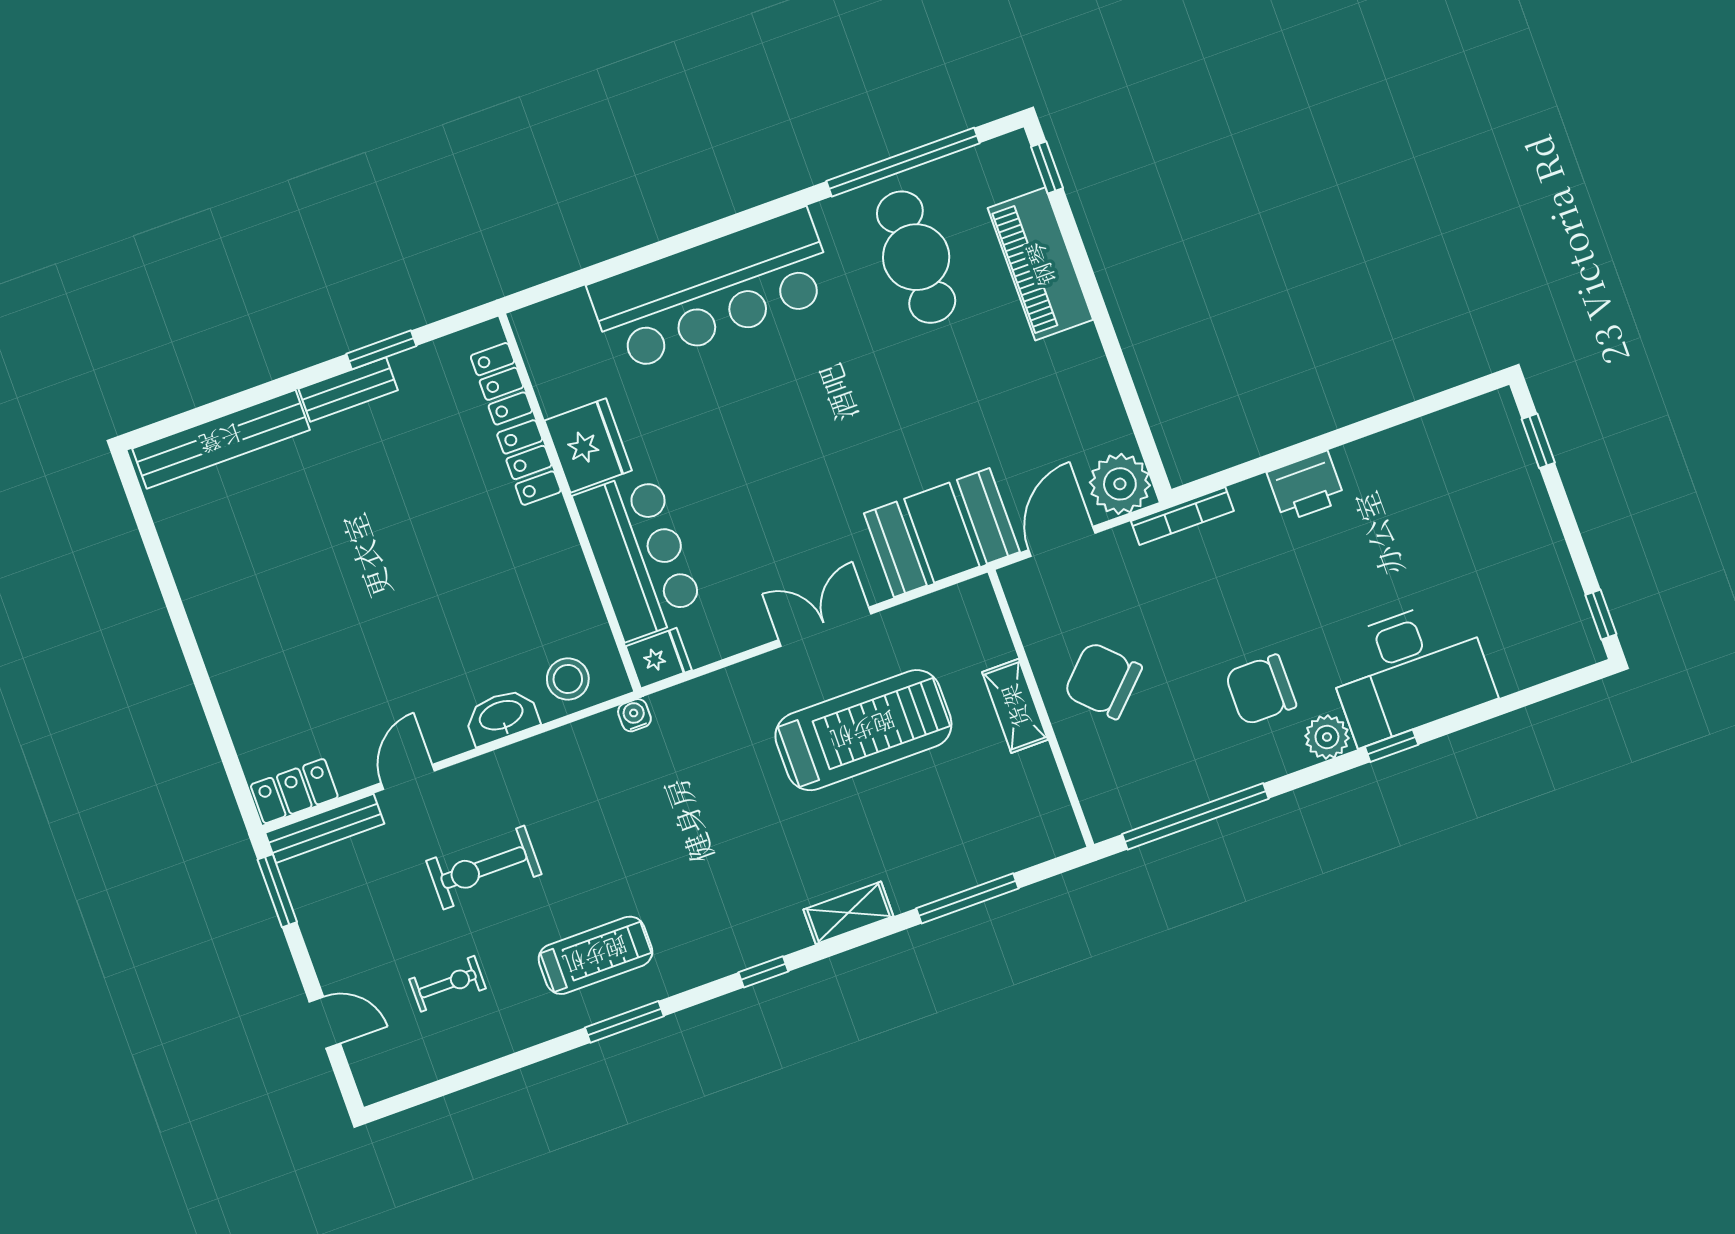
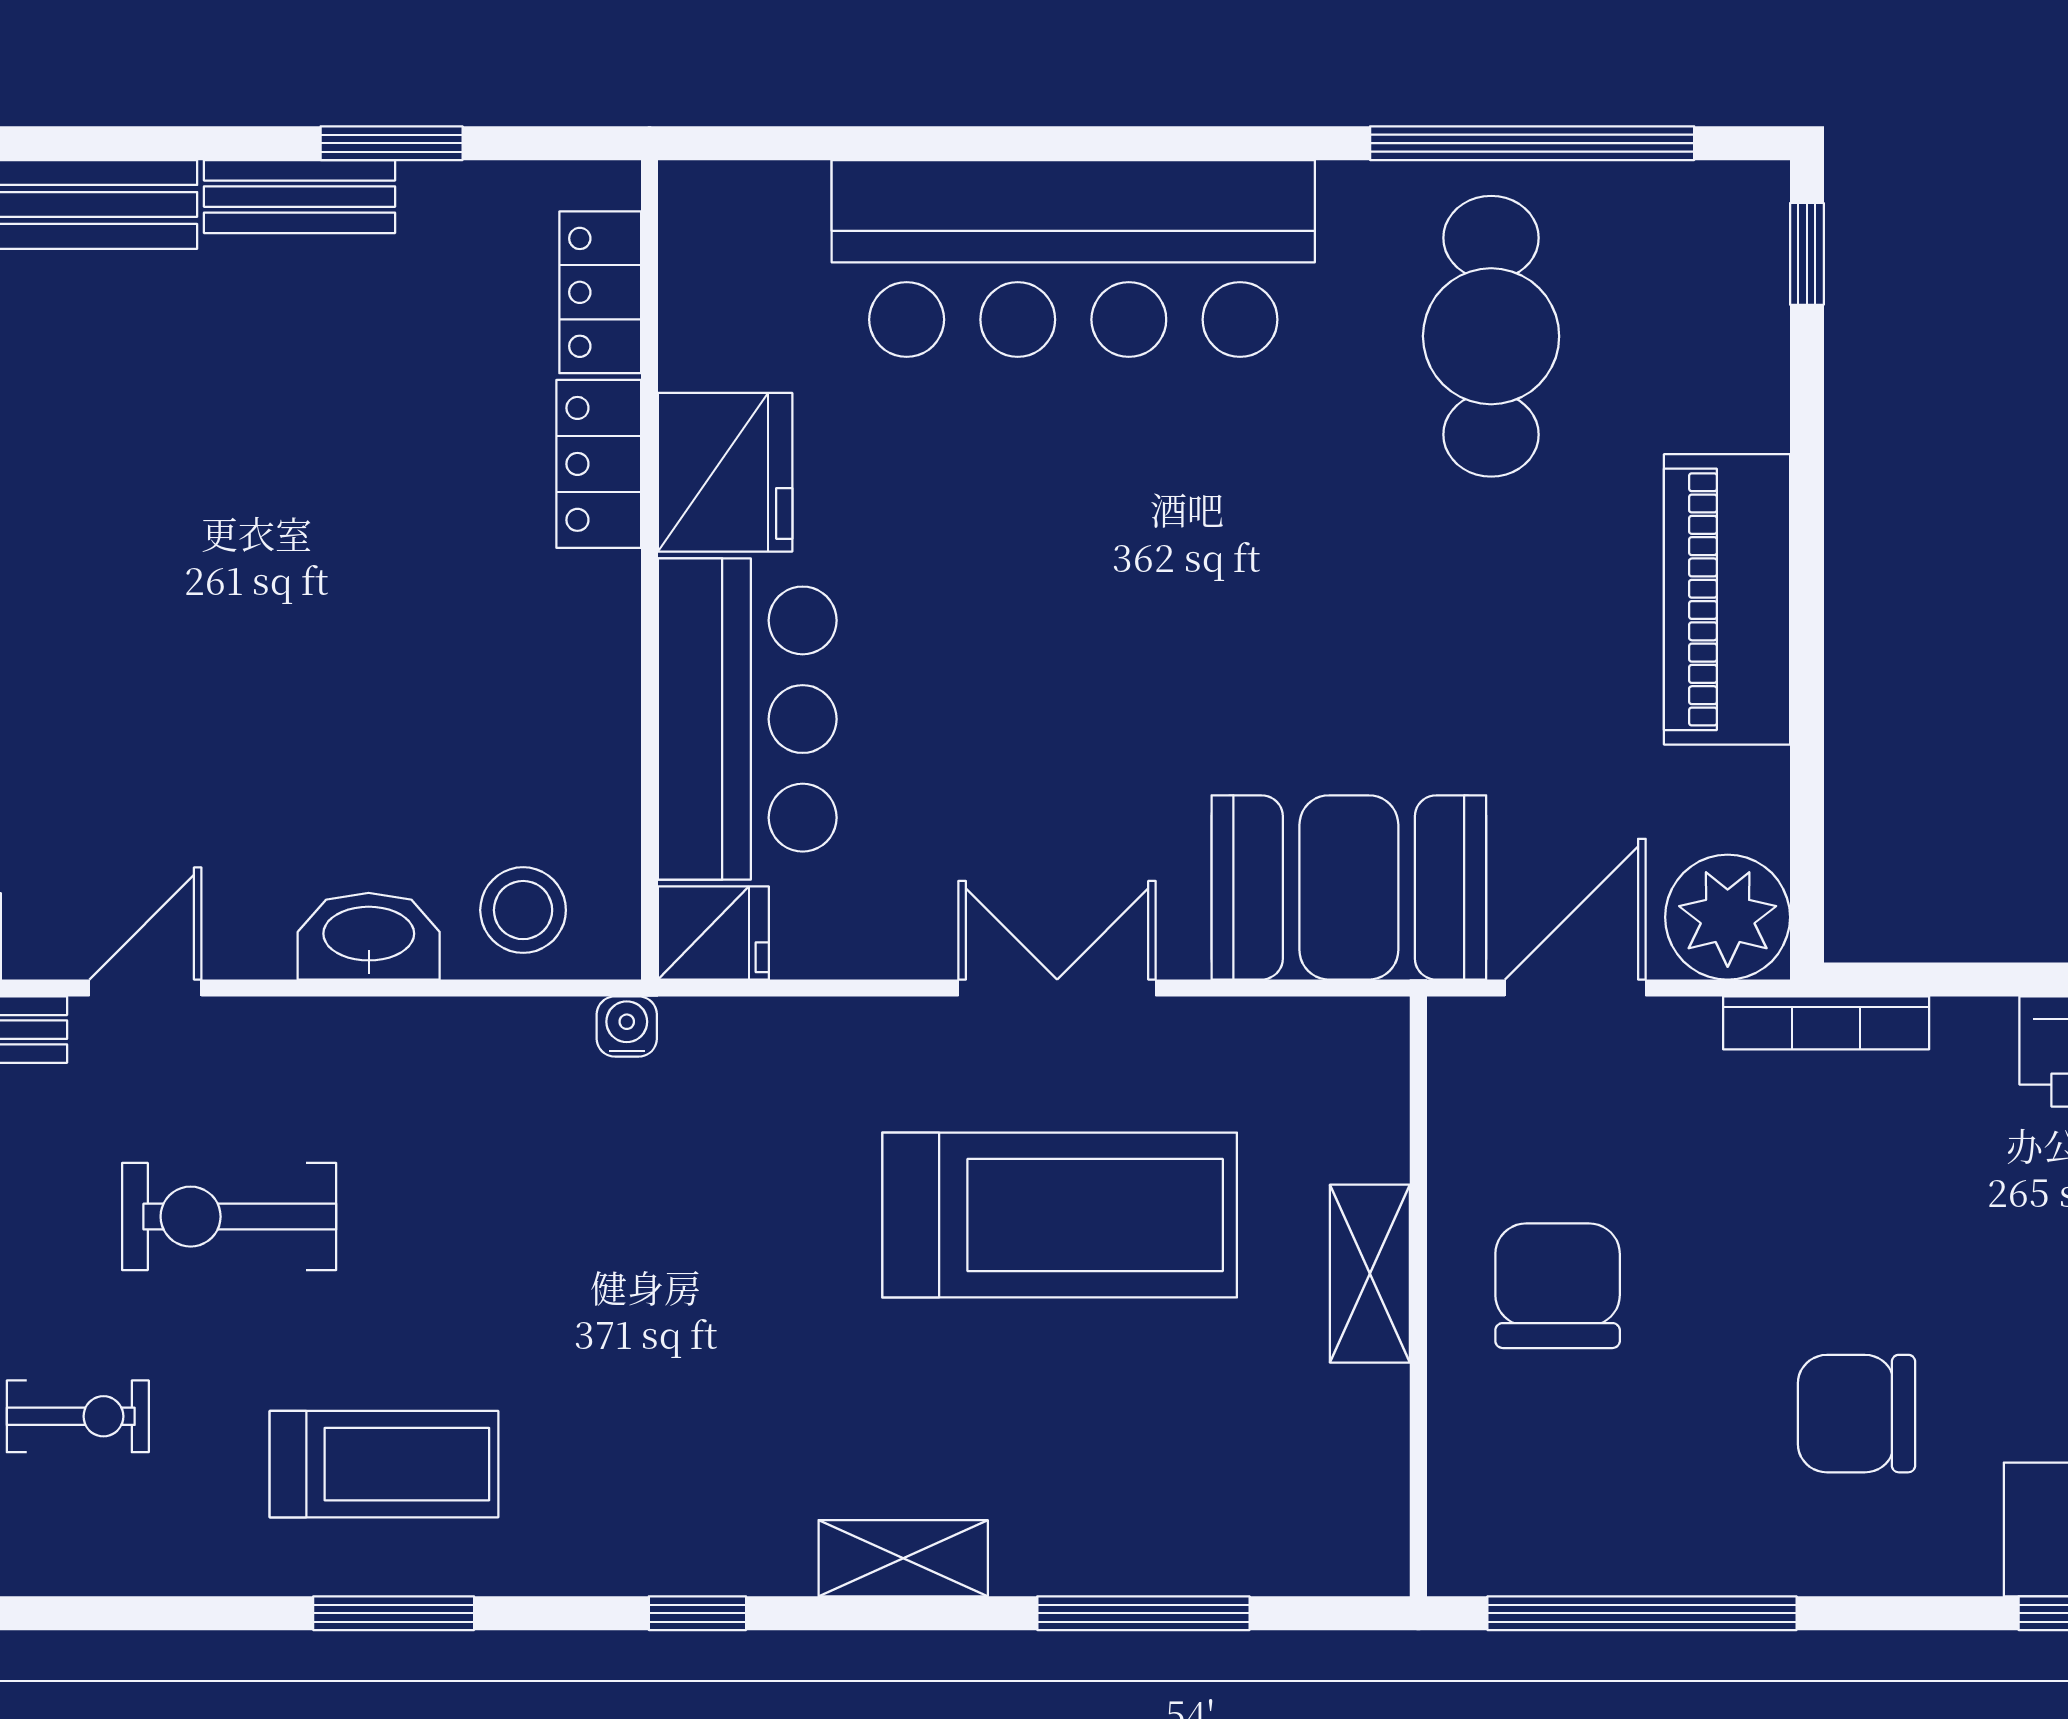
piano: (1040, 264) -> (1727, 599), moved
chair: (1103, 680) -> (1558, 1286), turned 45
plant: (1327, 737) -> (1952, 1551), removed

